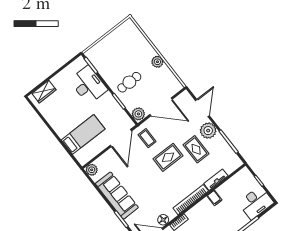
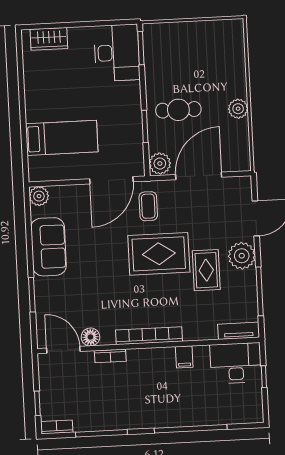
desk: (88, 85) -> (117, 53), moved
door: (161, 107) -> (199, 176), swing flipped
rug: (168, 157) -> (159, 254), width x1.36, depth x1.43
tv unit: (216, 180) -> (239, 331), moved
sofa: (117, 196) -> (48, 247), width x0.73
desk: (256, 203) -> (236, 363), moved, turned 180

